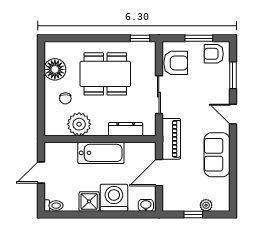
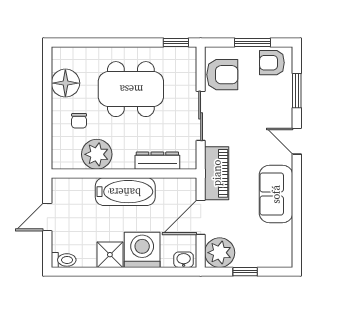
plant: (206, 205) -> (220, 253), moved, width x1.88, depth x1.88

